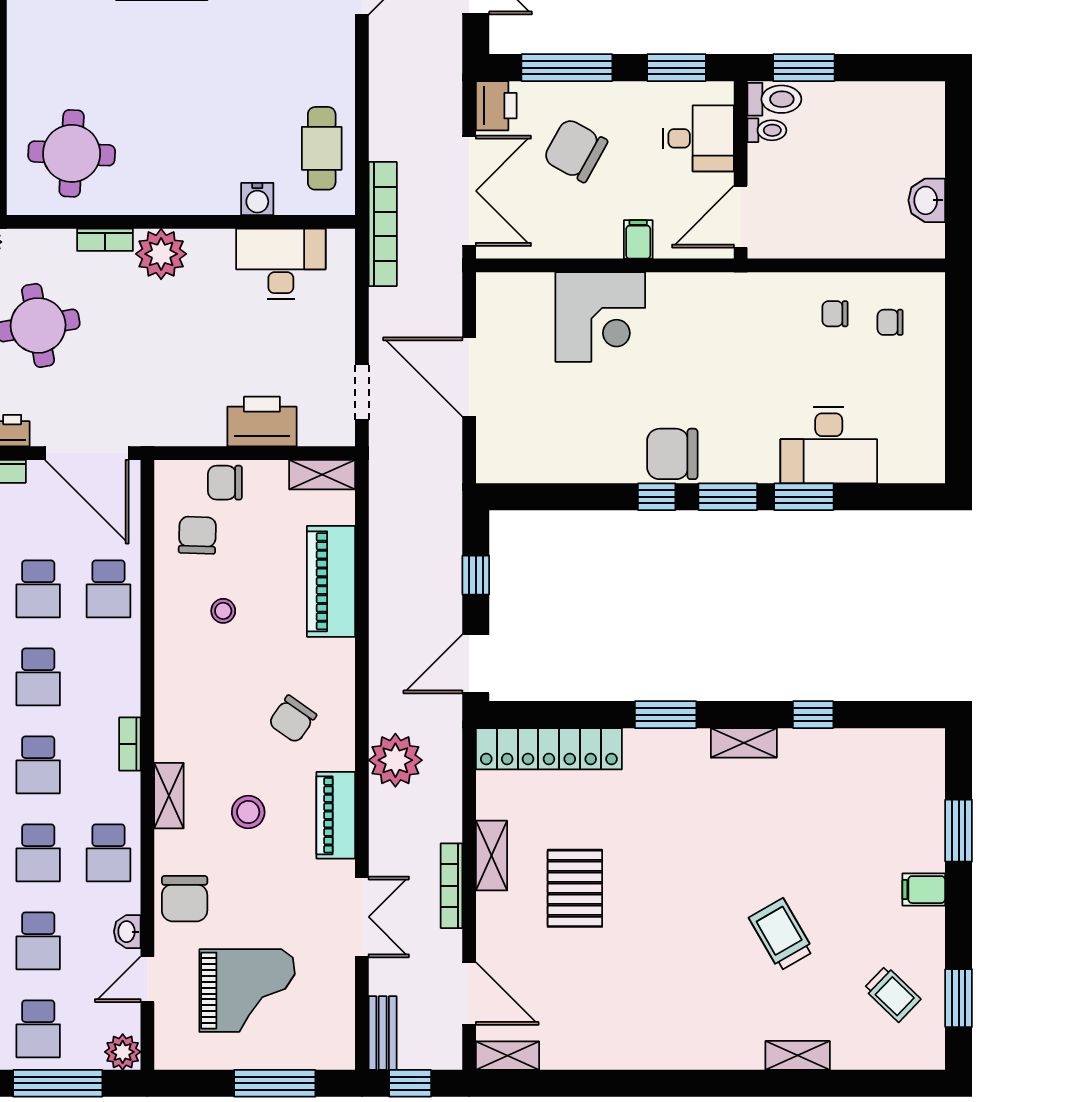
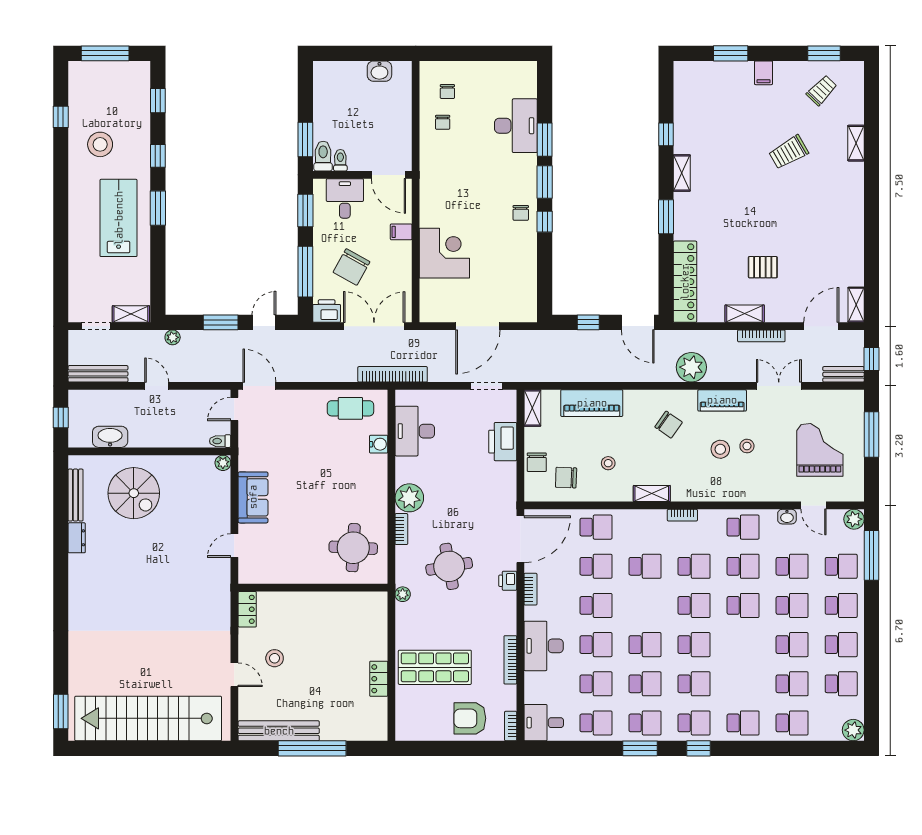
chair: (672, 454) -> (521, 213), width x0.54, depth x0.54
shelving: (169, 796) -> (652, 493), moved
stool: (254, 860) -> (747, 446), added
pallet: (575, 888) -> (763, 267), width x0.67, depth x0.71
chair: (185, 899) -> (769, 485), removed

